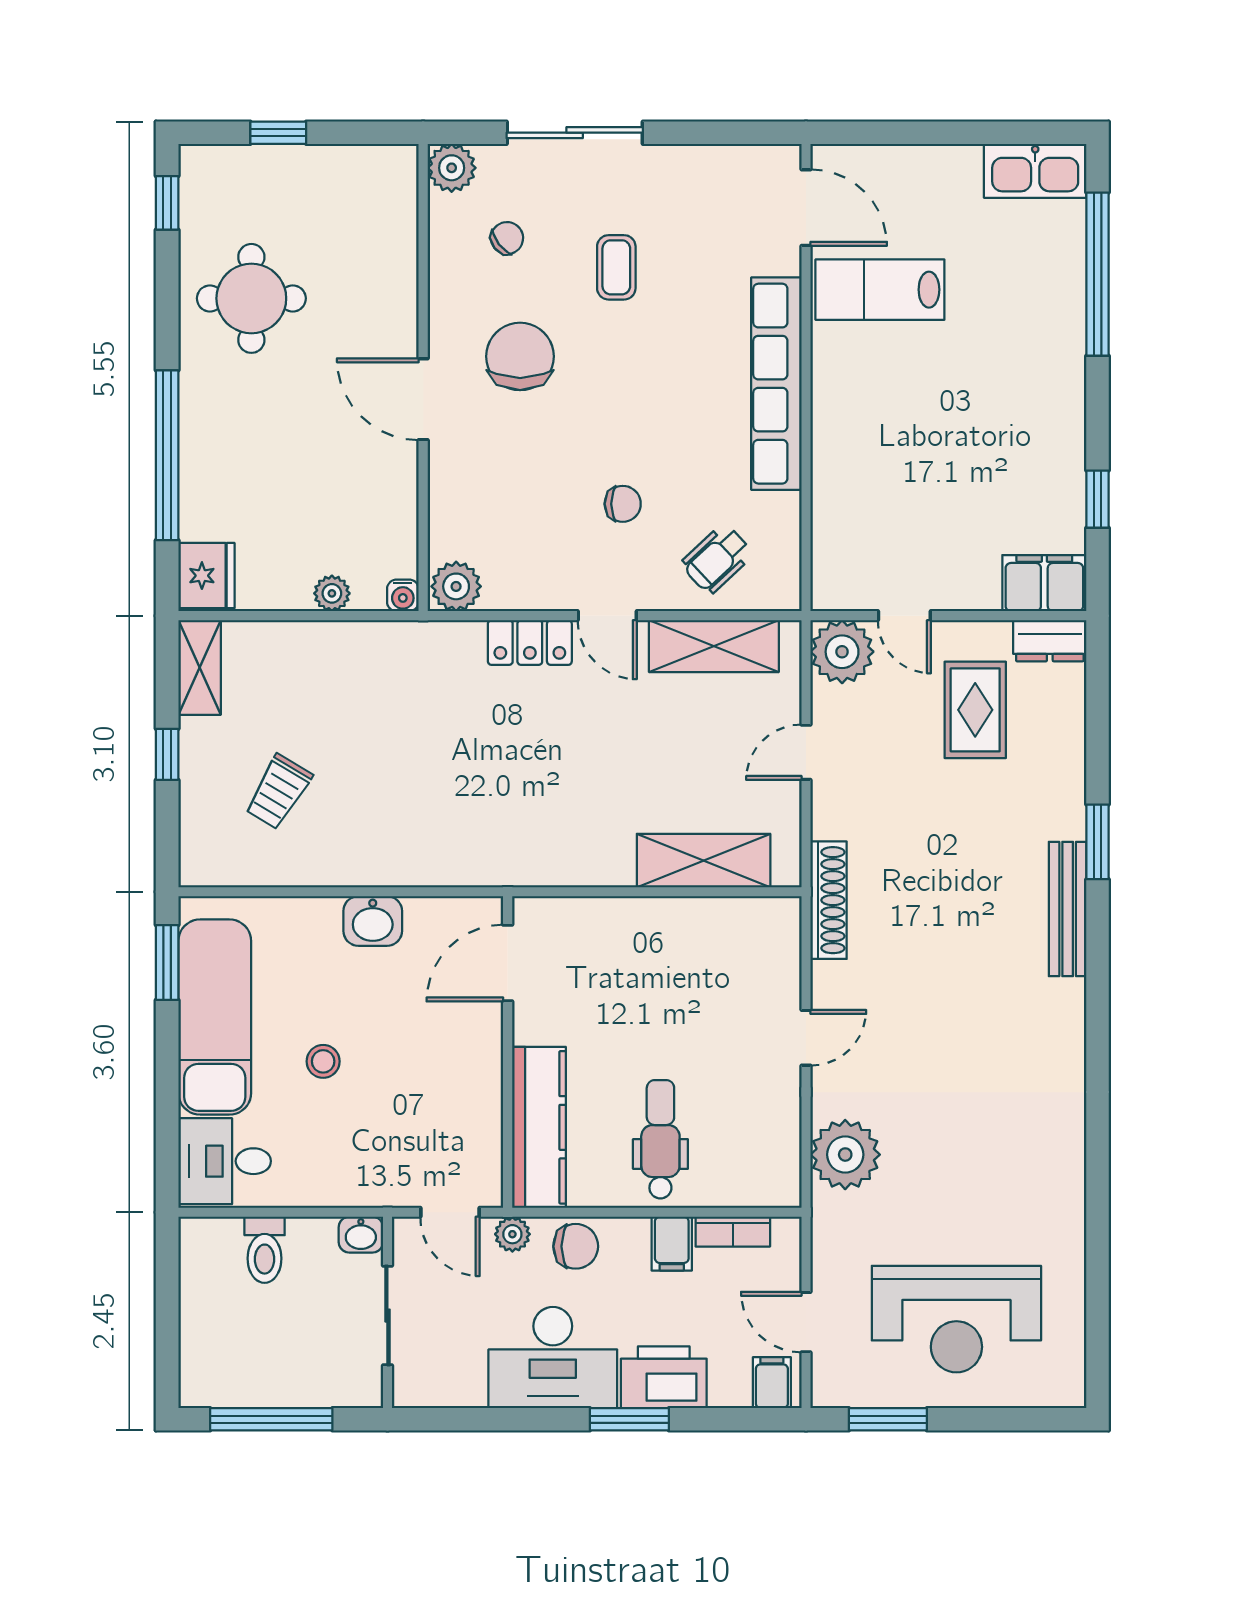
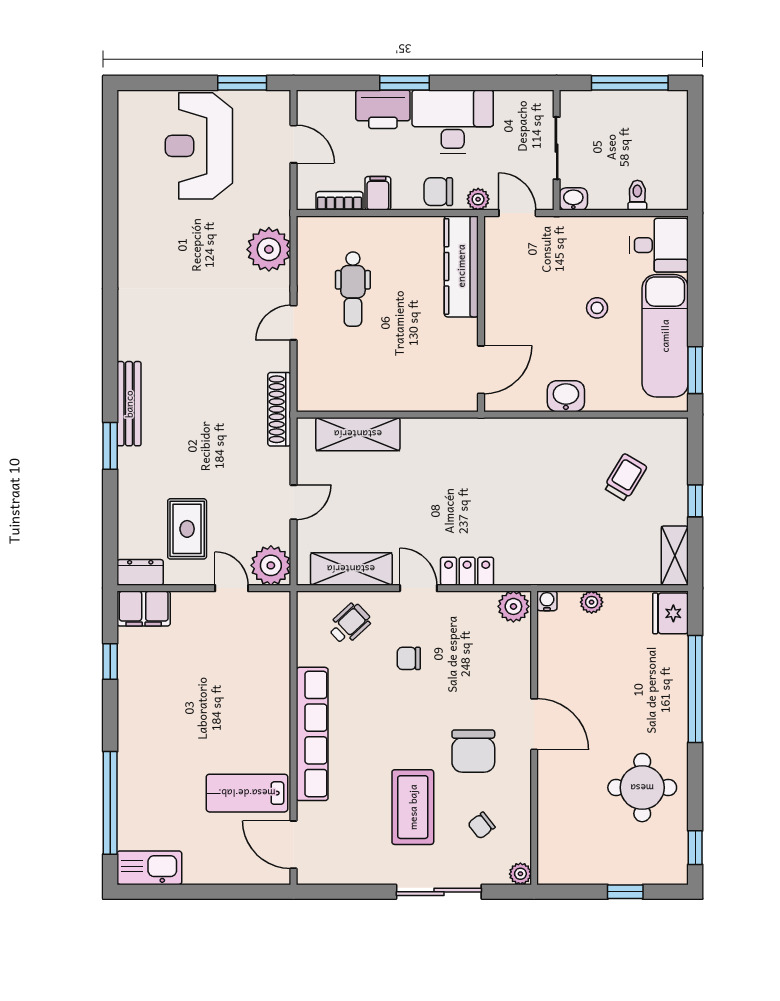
plant: (452, 168) -> (520, 874), width x0.73, depth x0.73
coffee table: (616, 267) -> (413, 807), width x1.86, depth x1.72
lab bench: (880, 290) -> (247, 793), turned 180
dental chair: (660, 1139) -> (353, 289), moved
toilet: (265, 1250) -> (637, 195), width x0.73, depth x0.72
reception desk: (956, 1319) -> (199, 146), turned -90
filing cabinet: (772, 1383) -> (315, 106), removed

